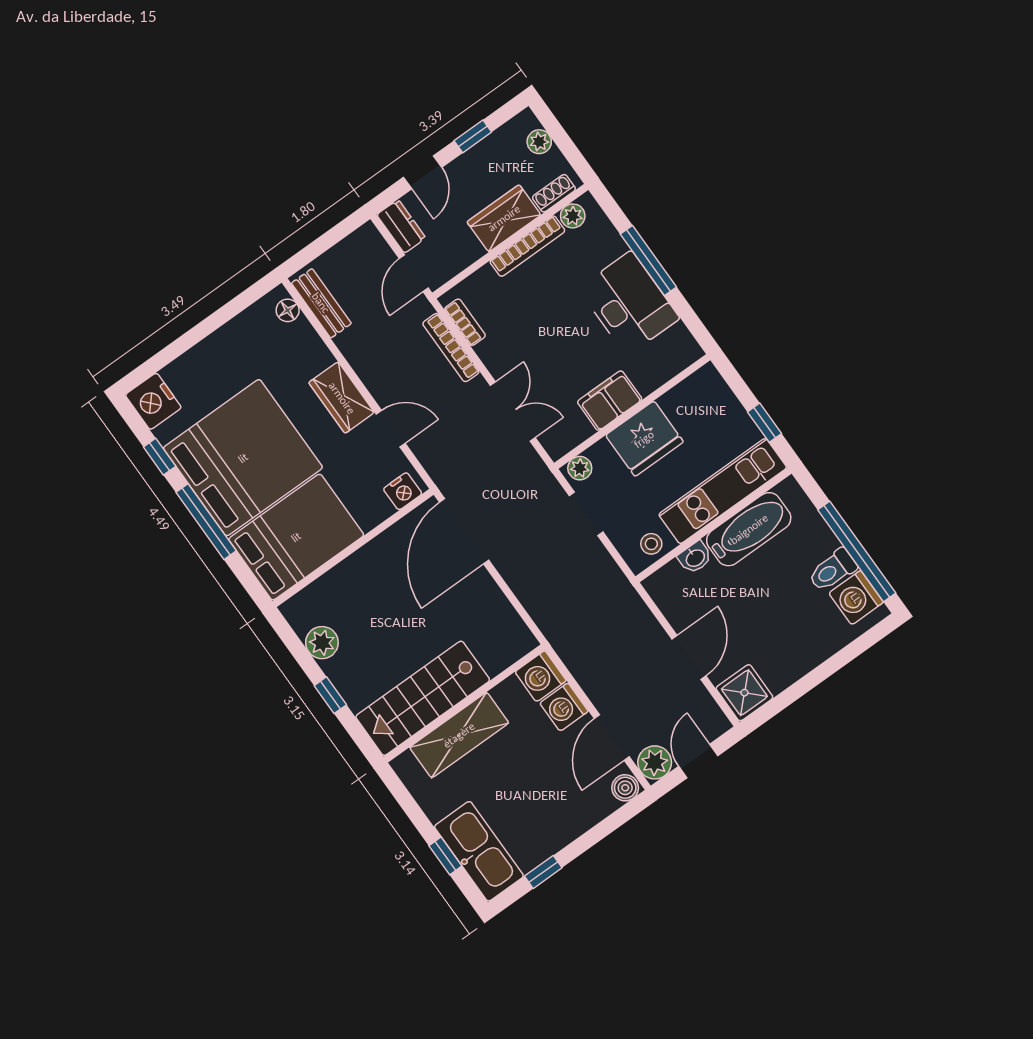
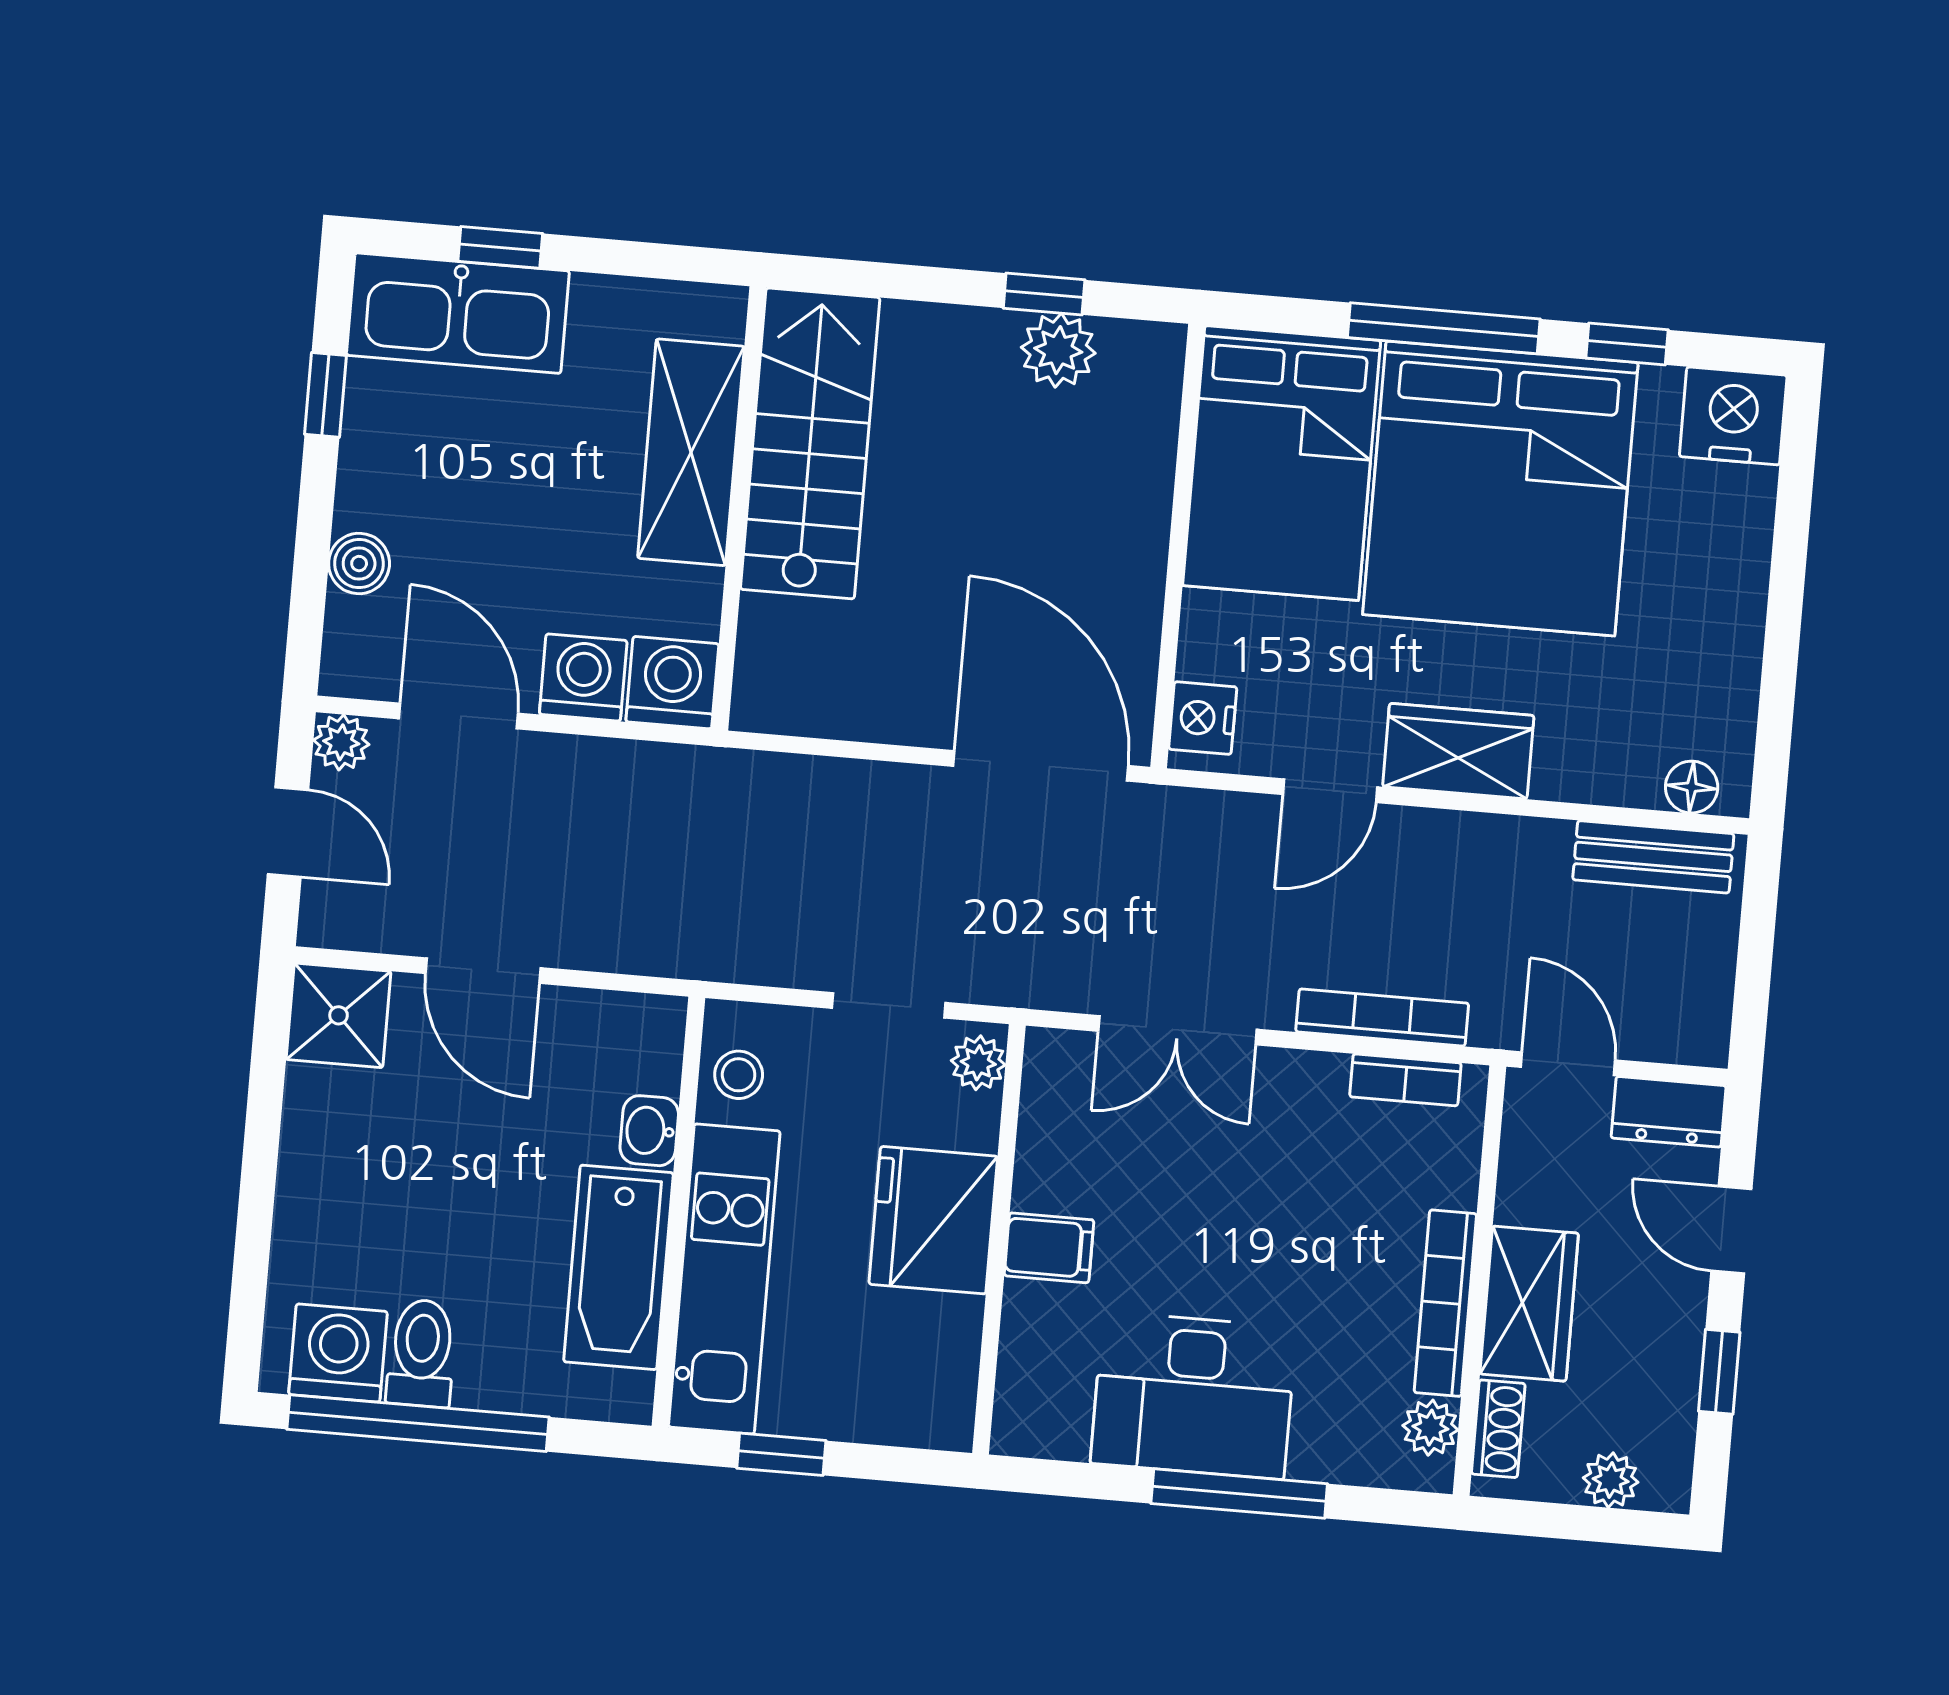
filing cabinet: (610, 401) -> (1049, 1248), width x0.50
window: (330, 695) -> (1044, 294), moved
plant: (655, 762) -> (341, 742), width x0.73, depth x0.73
boiler: (625, 788) -> (359, 564), moved

